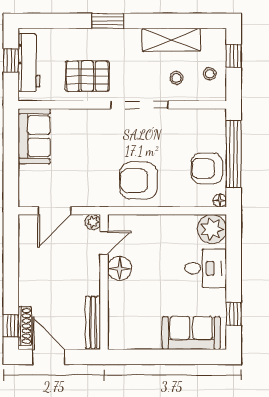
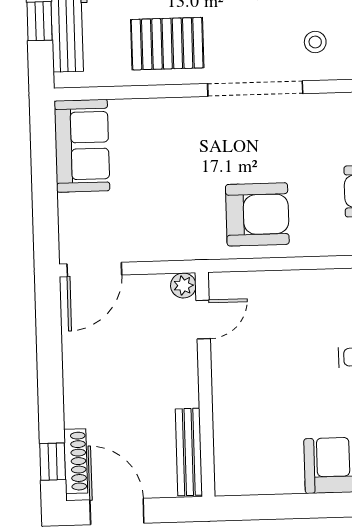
armchair: (138, 181) -> (257, 214), turned 180
door: (54, 211) -> (94, 269), moved
floor lamp: (120, 268) -> (230, 361), removed

